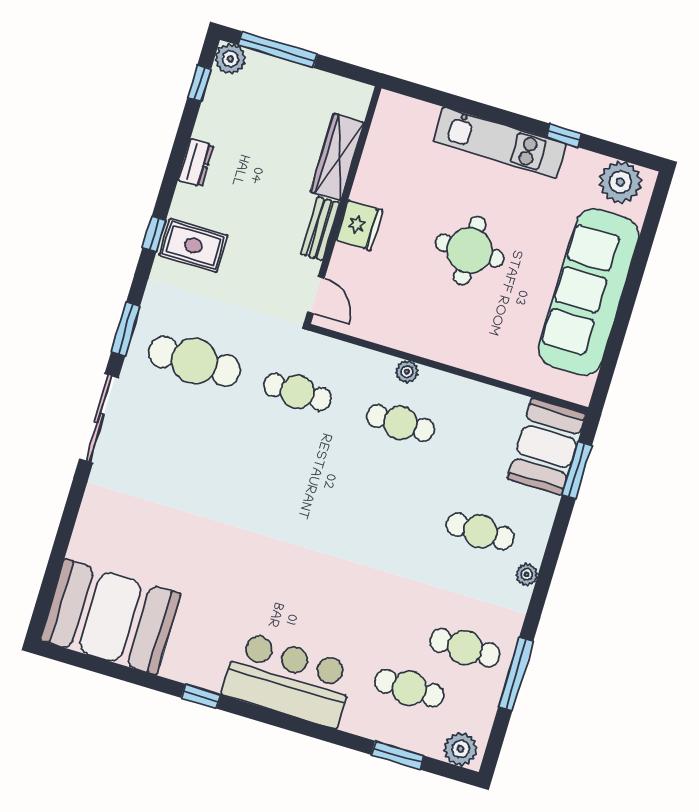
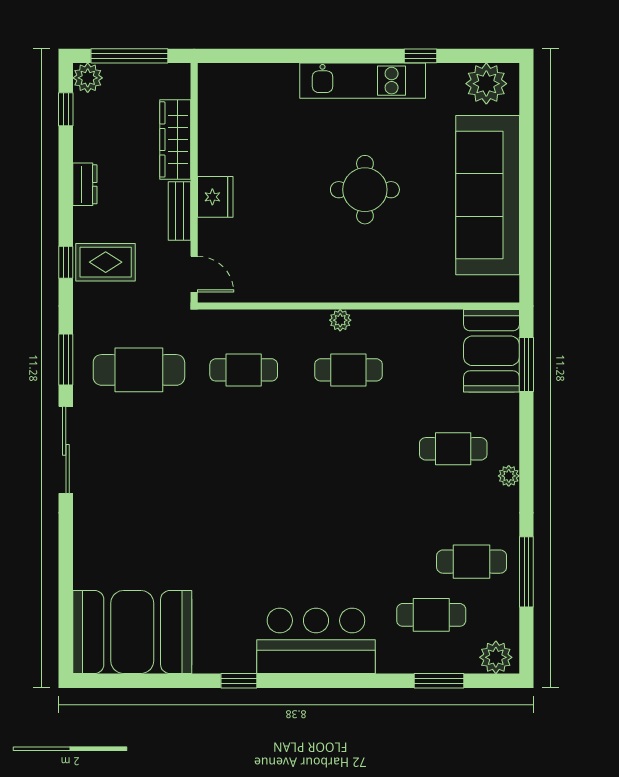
wardrobe: (337, 157) -> (175, 139), moved
wall: (343, 205) -> (194, 183), moved
fridge: (359, 225) -> (215, 197), moved
bench: (320, 229) -> (180, 211), moved
door: (316, 295) -> (194, 274), moved

